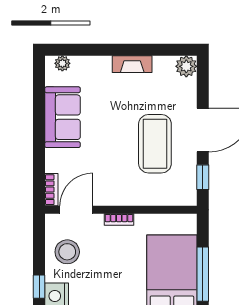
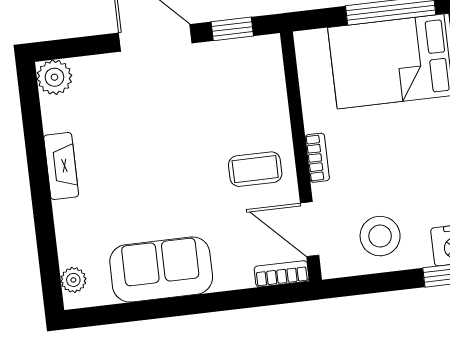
coffee table: (155, 144) -> (255, 169), moved, width x0.54, depth x0.58

